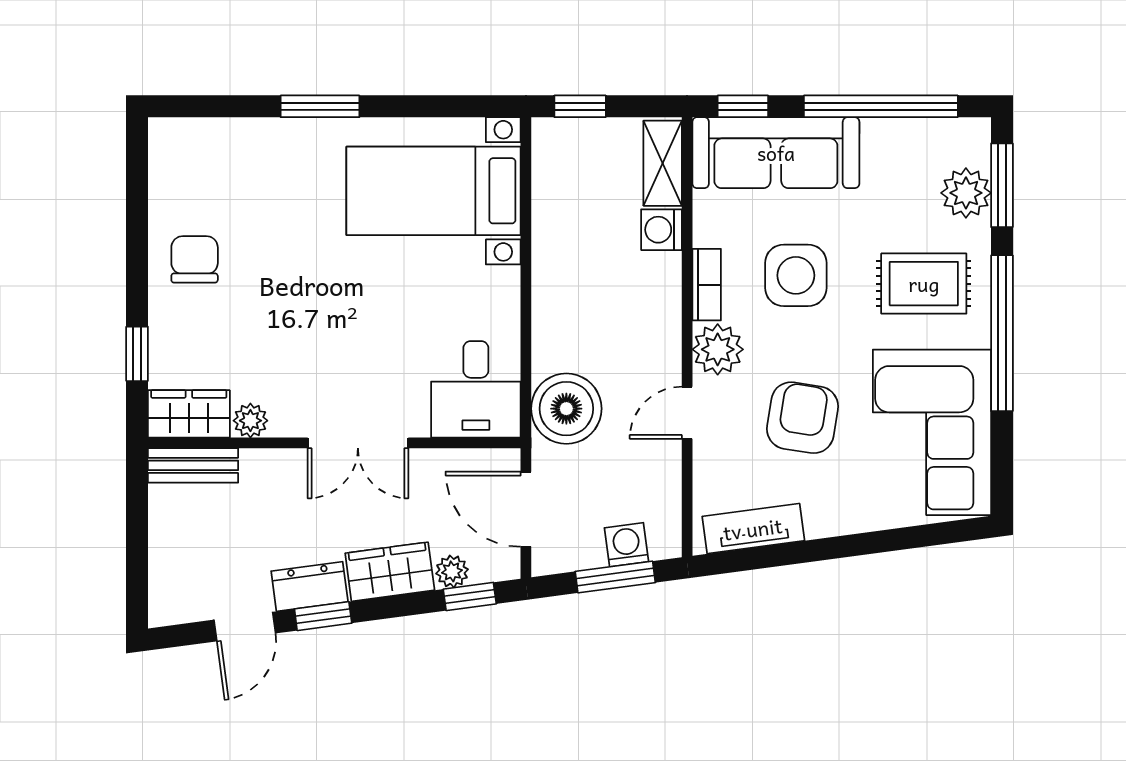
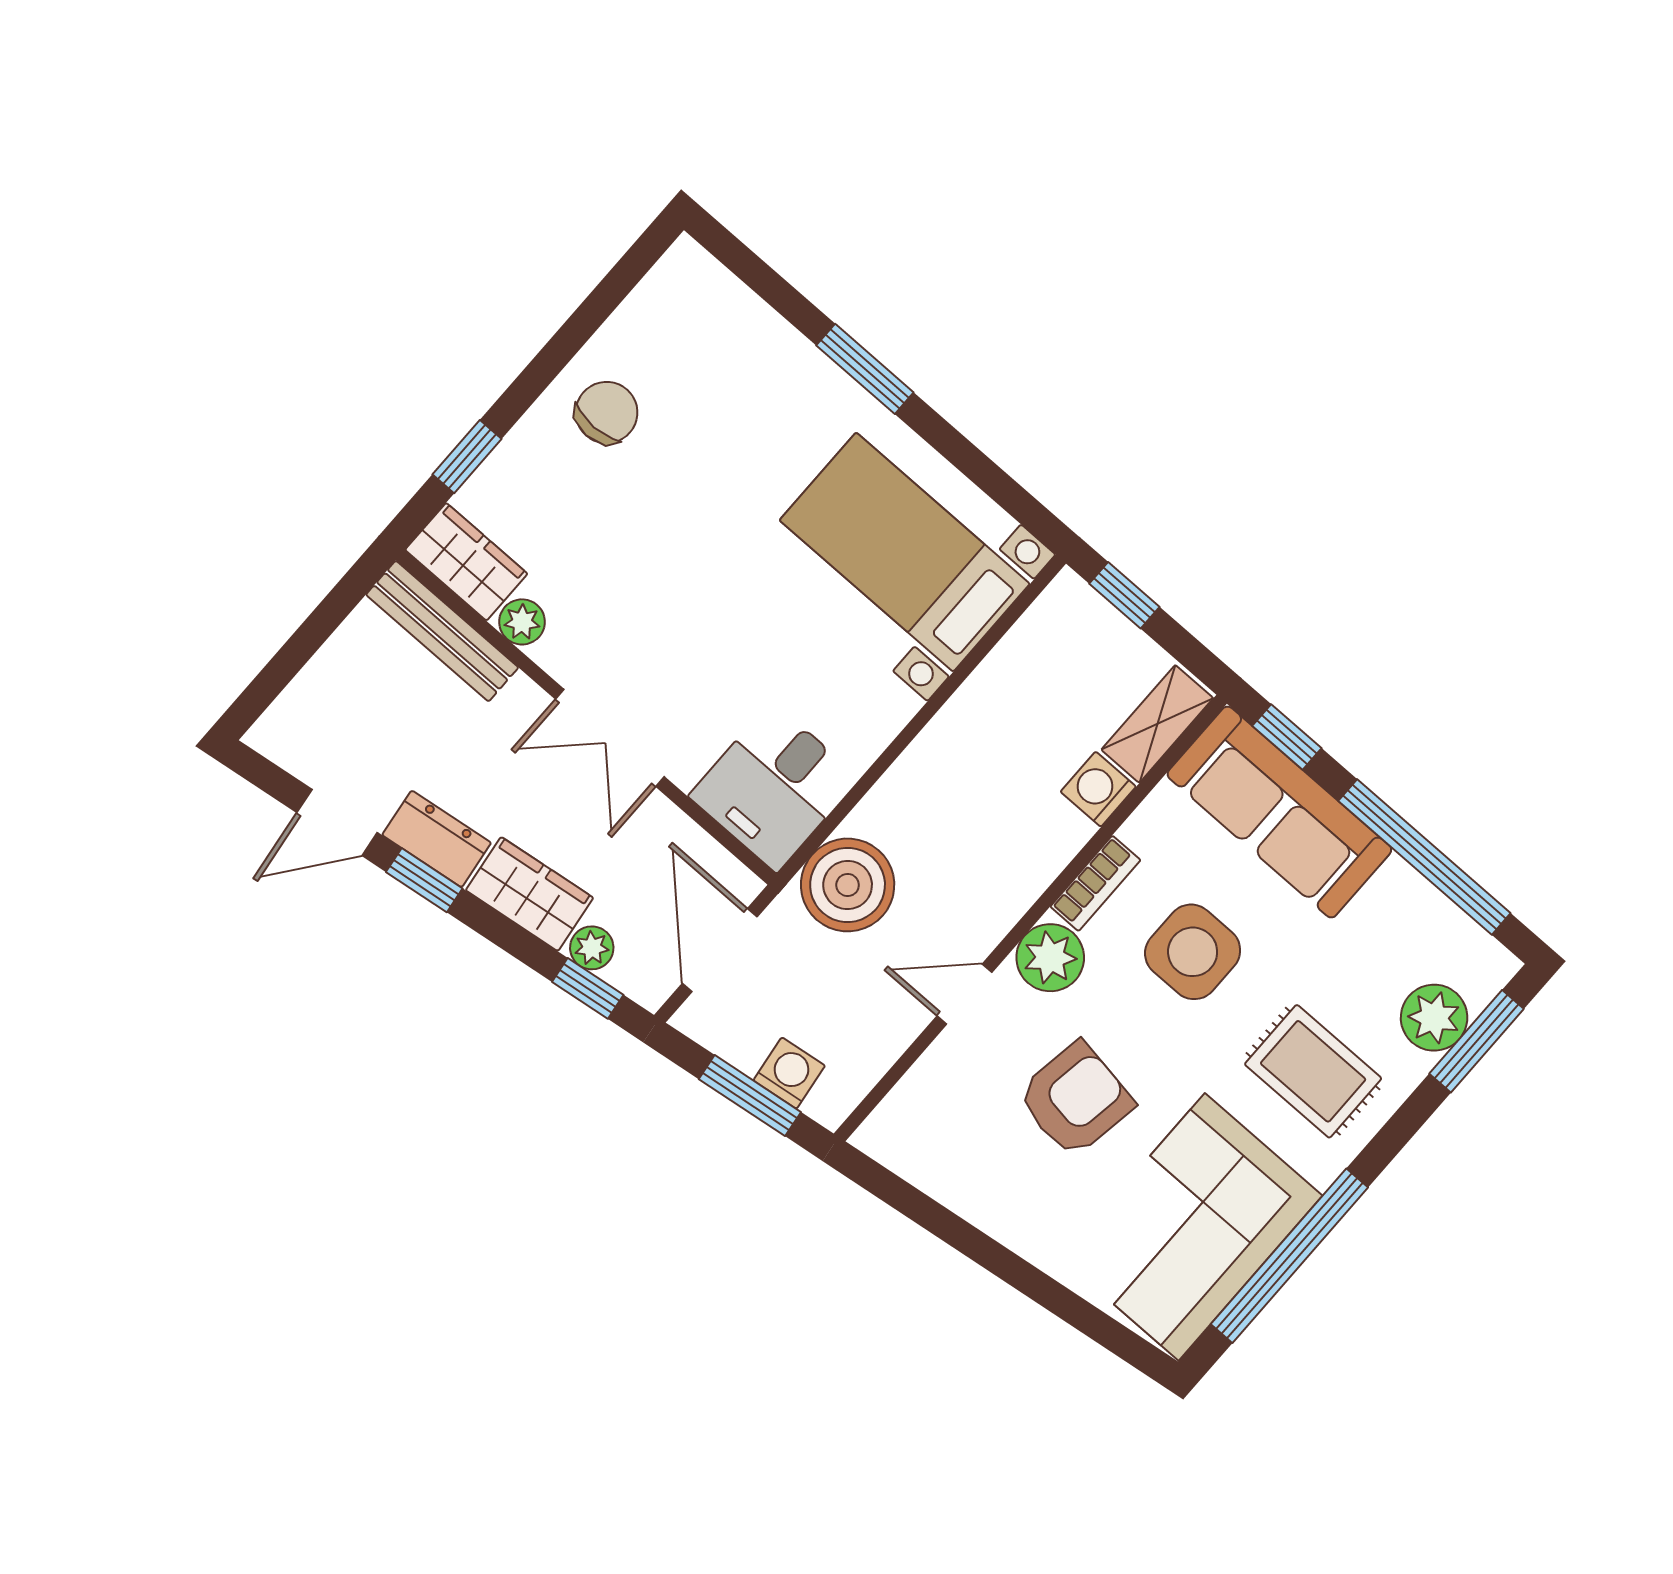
window: (1002, 333) -> (1289, 1256), moved
bench: (193, 465) -> (442, 631), width x1.36
tv unit: (753, 529) -> (930, 1167), removed

